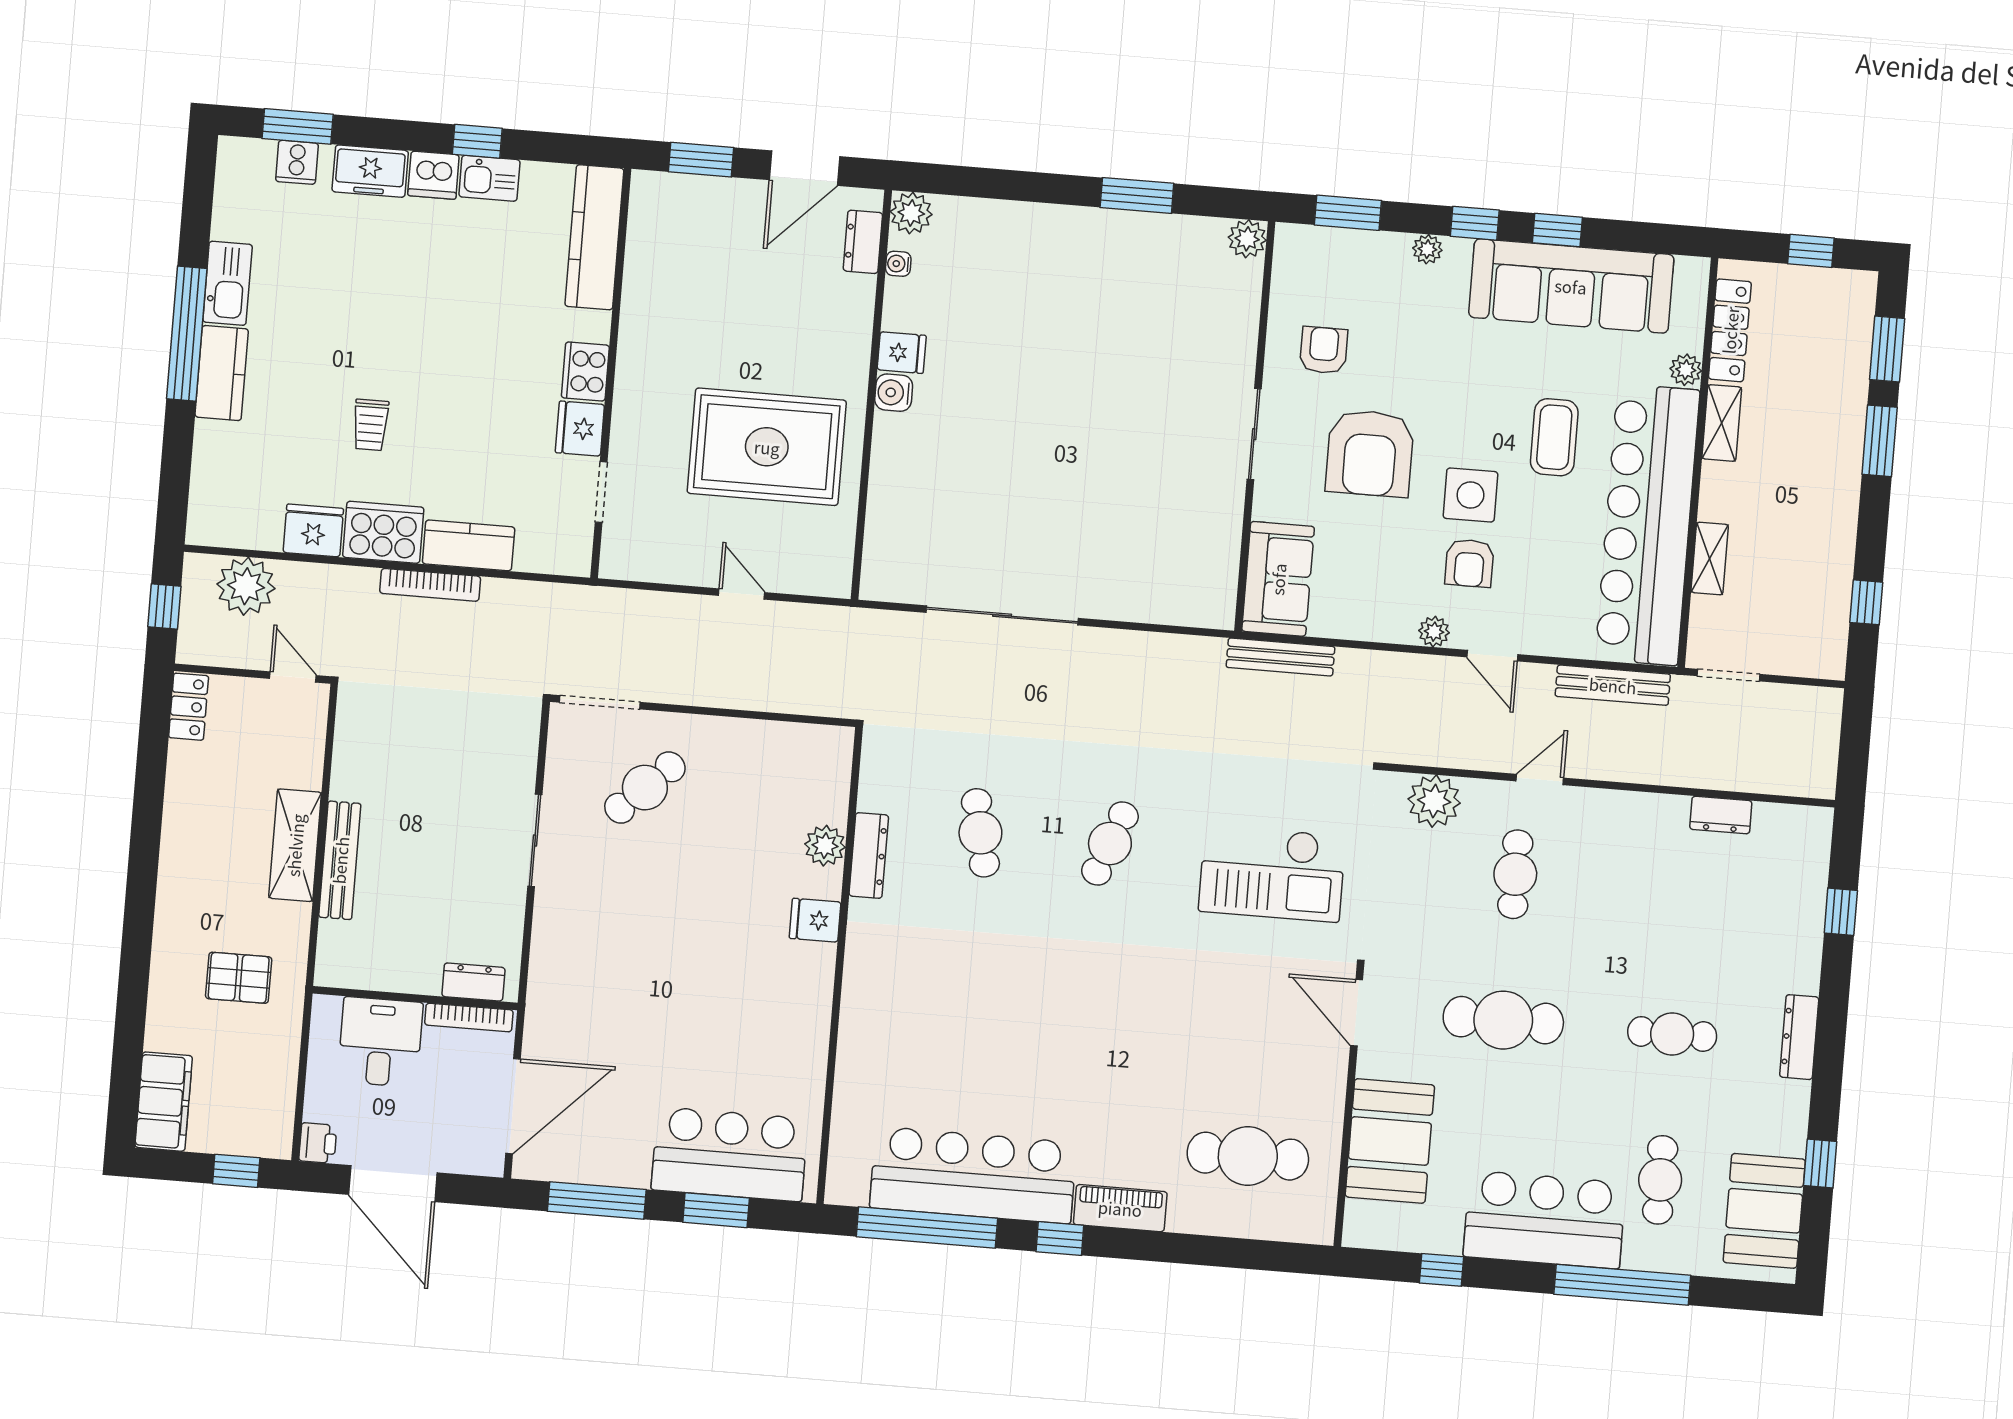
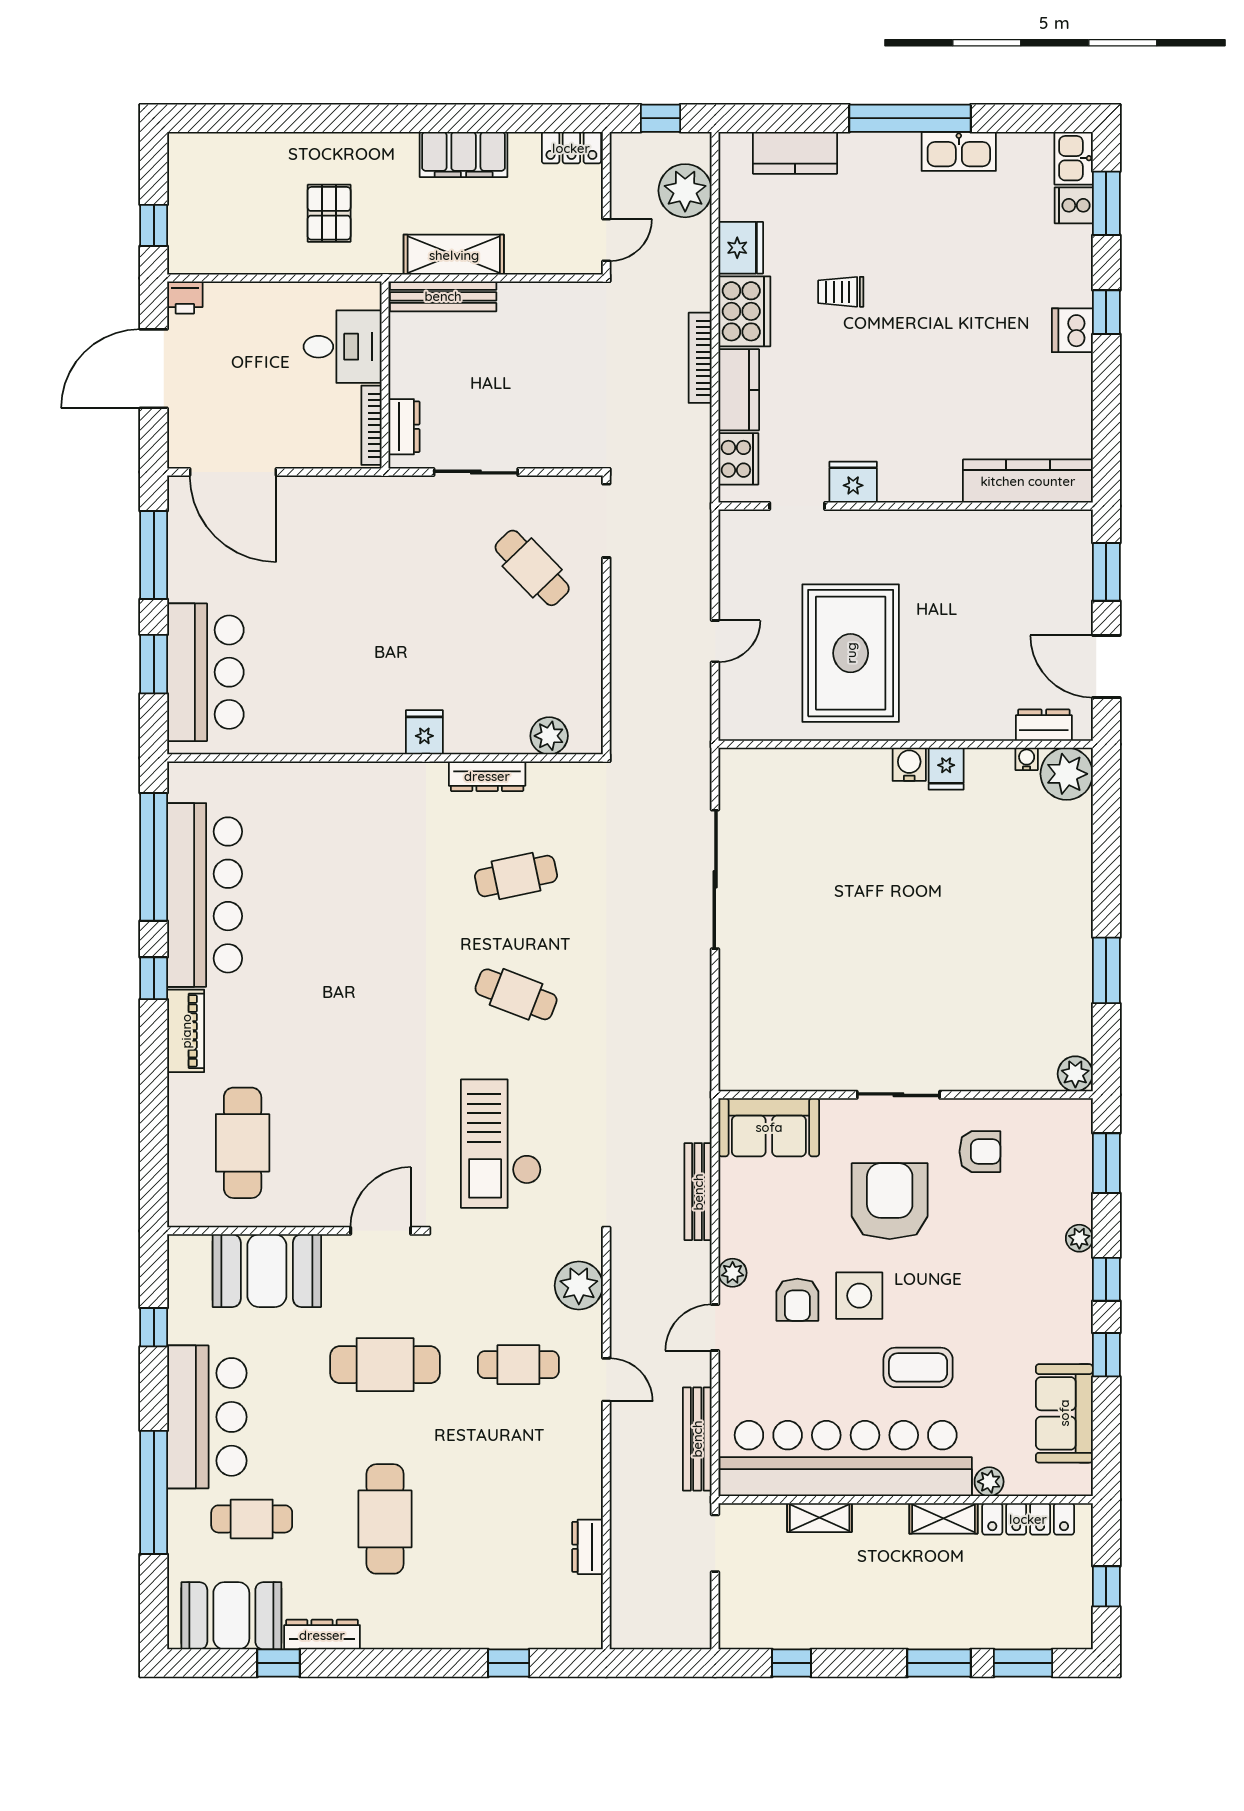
window: (477, 141) -> (1106, 312), moved
freezer: (370, 171) -> (1071, 272), removed
kitchen sink: (489, 178) -> (1074, 158), moved
plant: (911, 213) -> (1067, 774), width x1.36, depth x1.36
sofa: (1571, 286) -> (1064, 1413), width x0.54, depth x0.79
cooker: (585, 371) -> (738, 459), moved, turned 90
kitchen counter: (222, 373) -> (795, 153), moved
armchair: (1370, 453) -> (890, 1201), turned 90
armchair: (1469, 563) -> (797, 1300), turned -90
bench: (1280, 657) -> (698, 1192), moved
plant: (825, 846) -> (549, 736), moved
dresser: (473, 982) -> (404, 427), moved
wall: (415, 998) -> (385, 375), moved
bookcase: (469, 1017) -> (371, 425), moved
cafe table: (1503, 1020) -> (385, 1365), turned 90
cafe table: (1672, 1034) -> (385, 1519), width x1.37, depth x1.35
dresser: (1799, 1037) -> (322, 1635), moved
desk: (380, 1042) -> (343, 347), moved
filing cabinet: (164, 1102) -> (464, 154), moved

